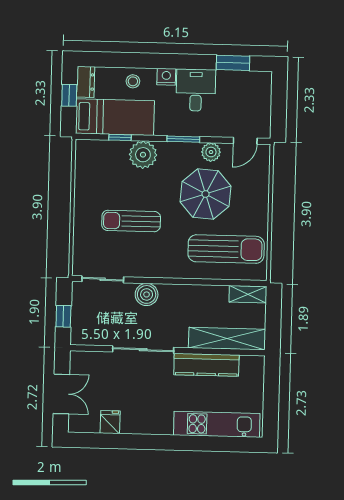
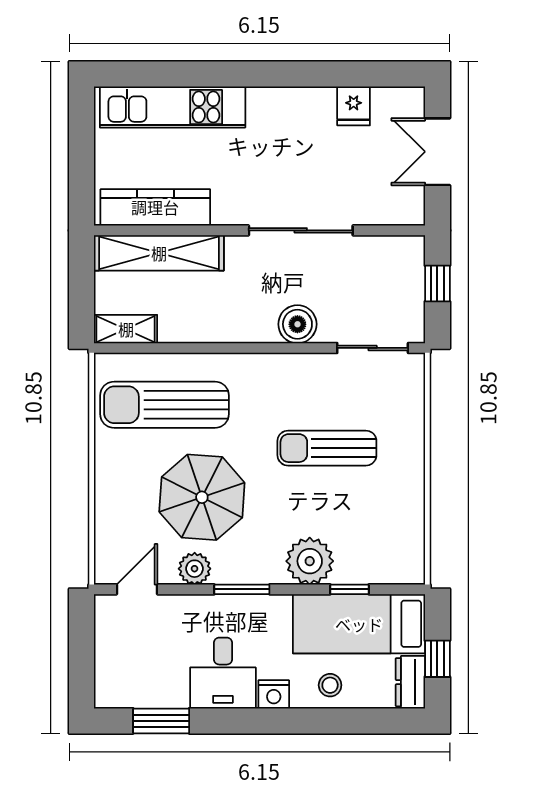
sun lounger: (131, 221) -> (327, 448), turned 180
kitchen counter: (206, 365) -> (155, 207), moved

